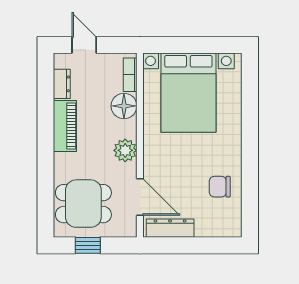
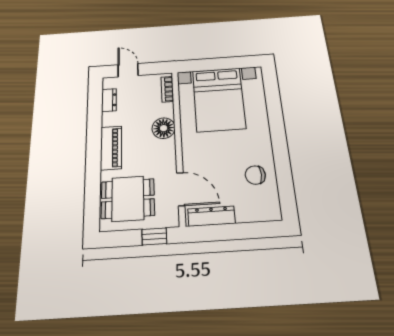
floor lamp: (124, 106) -> (164, 128), moved
piano: (65, 126) -> (111, 148), moved
plant: (125, 150) -> (166, 149), removed
window: (88, 245) -> (154, 236), moved

